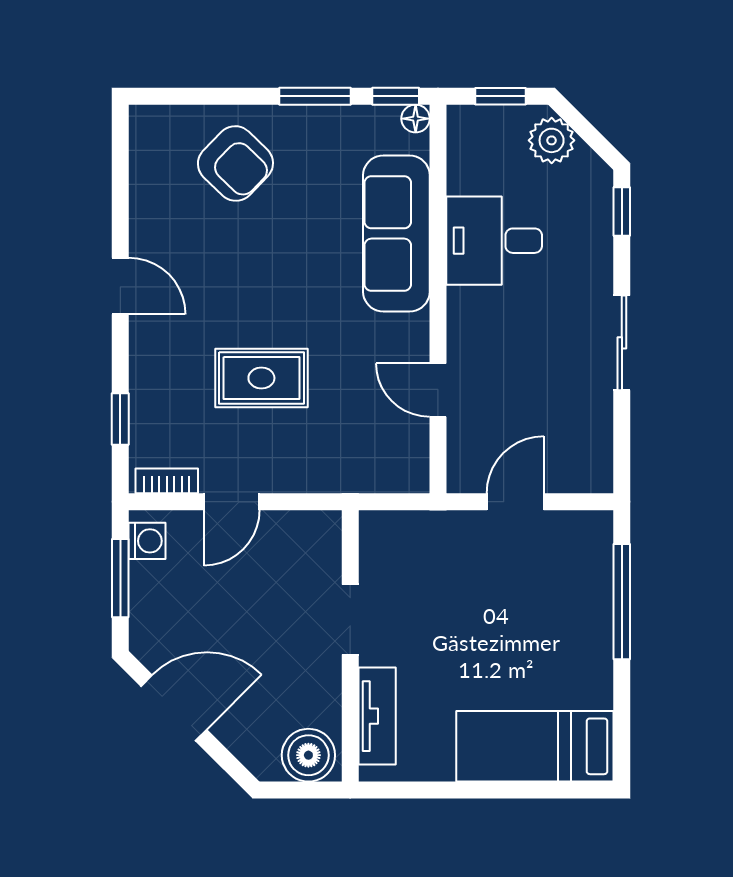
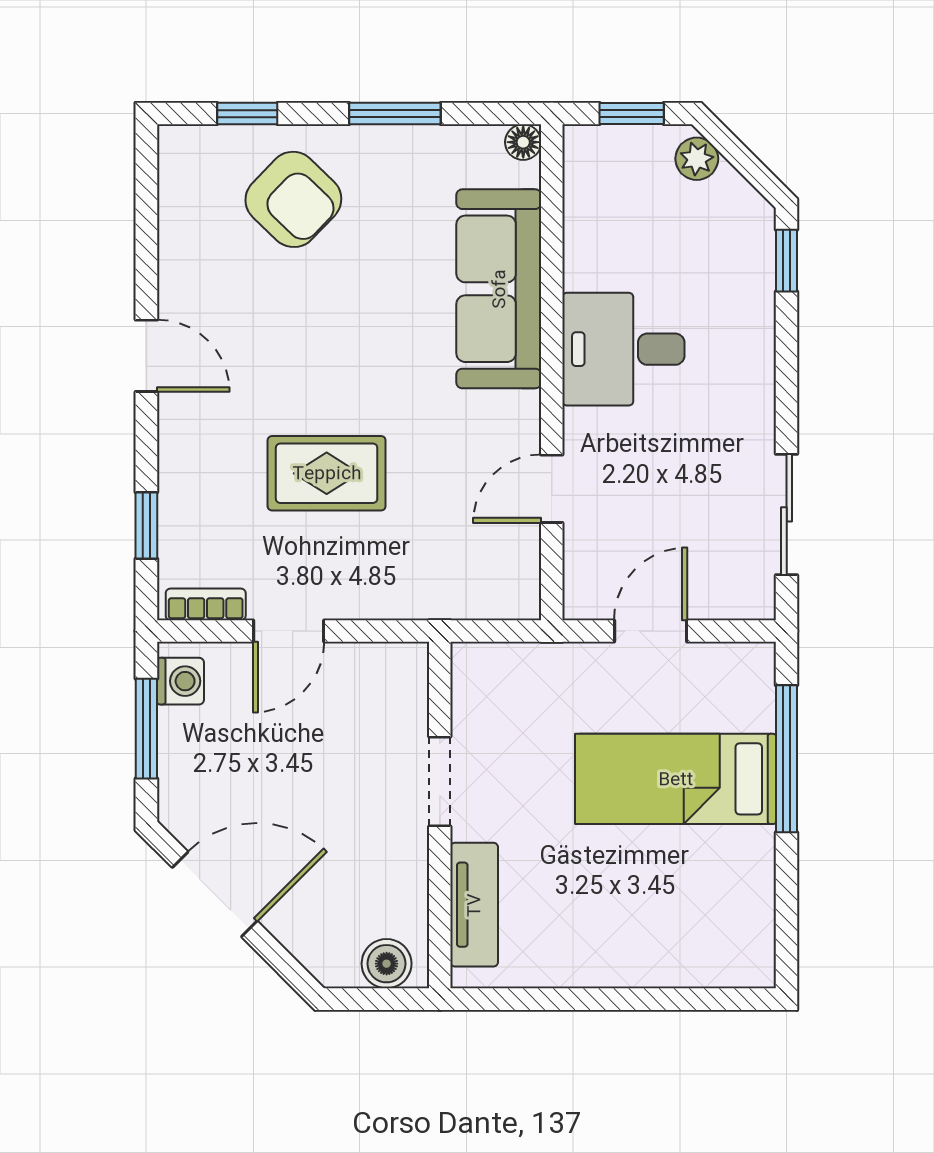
window: (396, 96) -> (247, 114), moved
plant: (552, 140) -> (697, 159), width x0.73, depth x0.73
desk: (494, 241) -> (623, 349), moved
sliding door: (622, 343) -> (787, 514), moved
door: (438, 390) -> (552, 489), hinge flipped
bed: (535, 746) -> (676, 779), moved
boiler: (308, 755) -> (387, 964), width x0.73, depth x0.73

